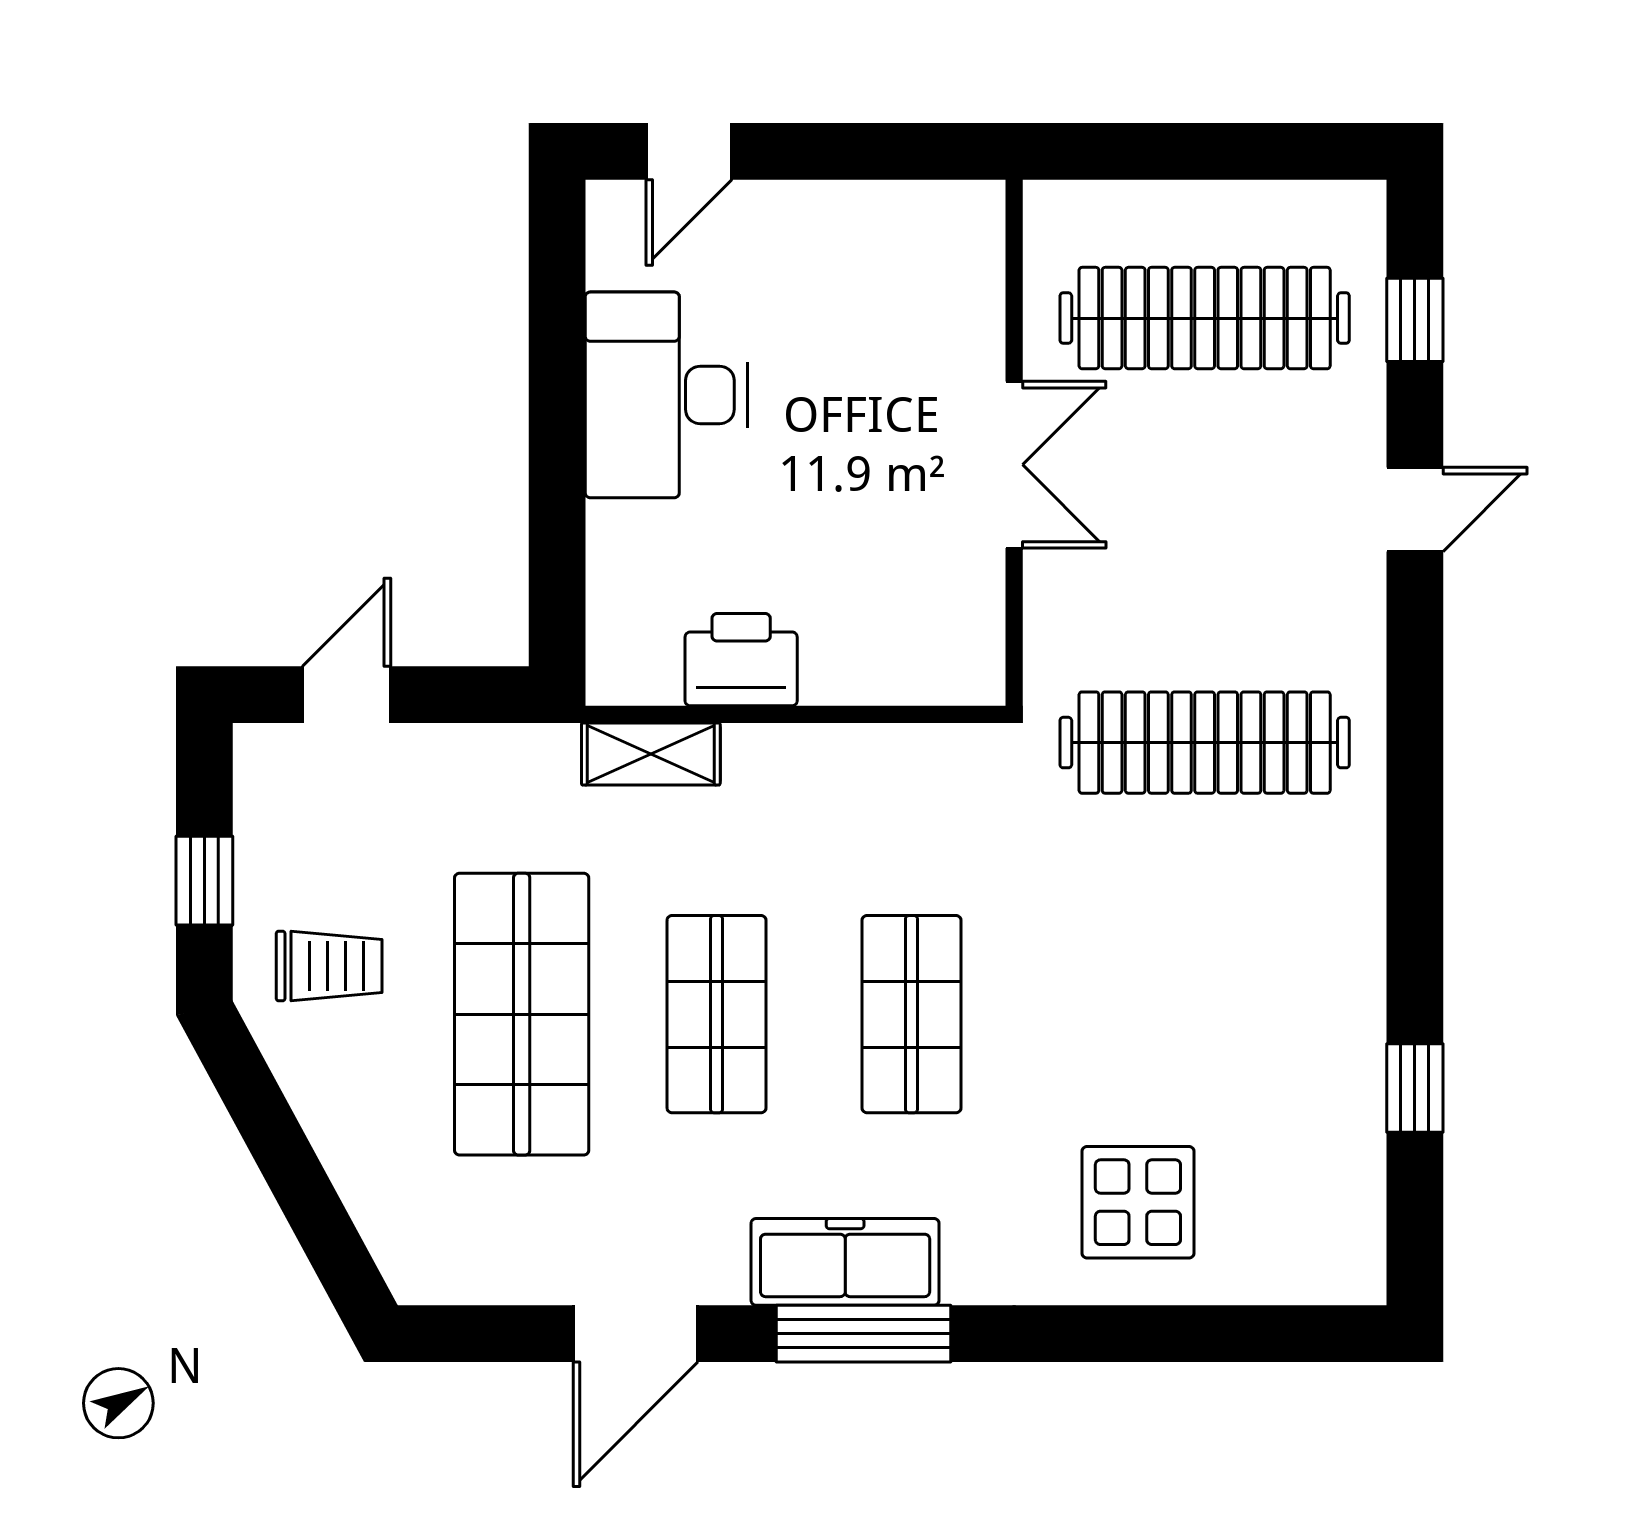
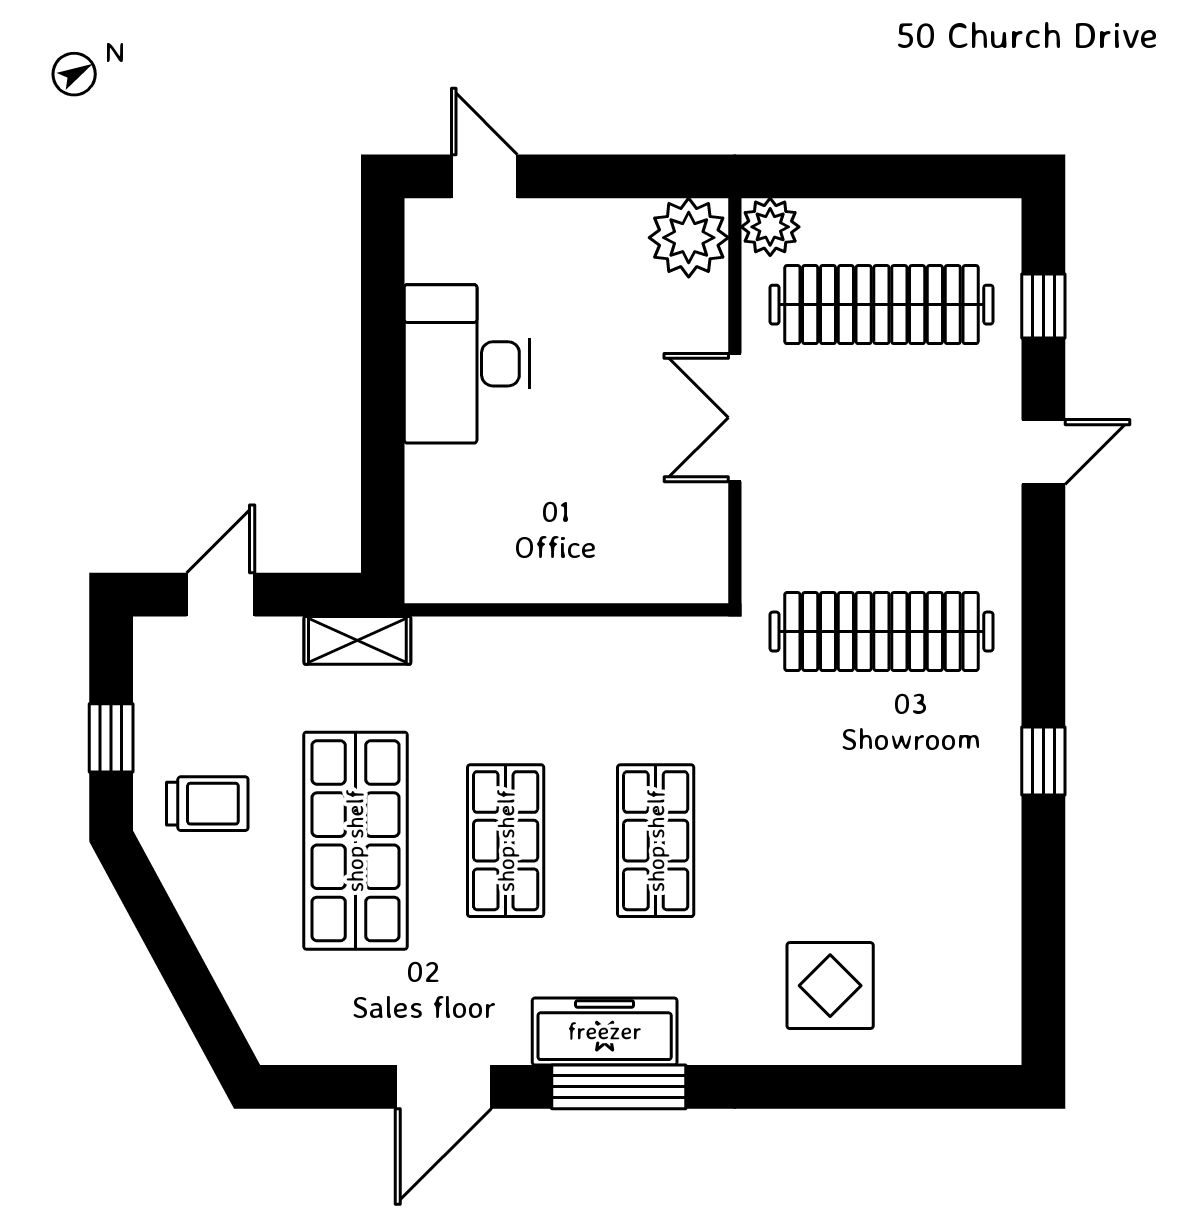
door: (689, 151) -> (484, 176), swing flipped
plant: (1060, 217) -> (770, 227), added
plant: (954, 231) -> (689, 238), added
double door: (1014, 465) -> (735, 418), swing flipped
printer: (741, 660) -> (525, 568), removed
shelving: (651, 754) -> (357, 640), moved
window: (1415, 1088) -> (1043, 761), moved

